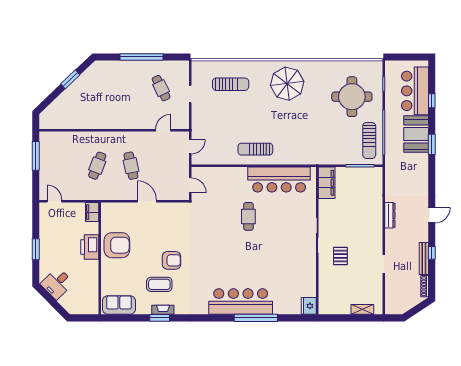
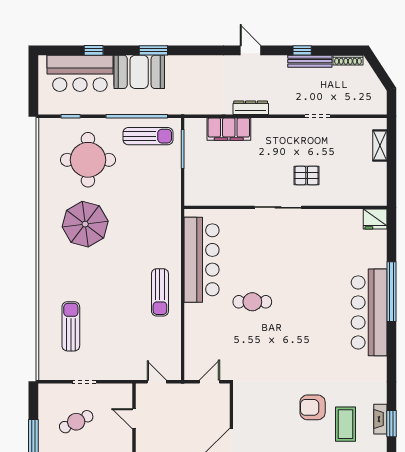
parasol: (287, 84) -> (85, 224), moved
filing cabinet: (327, 183) -> (229, 129), moved, turned 180
armchair: (171, 260) -> (313, 407), turned -90

